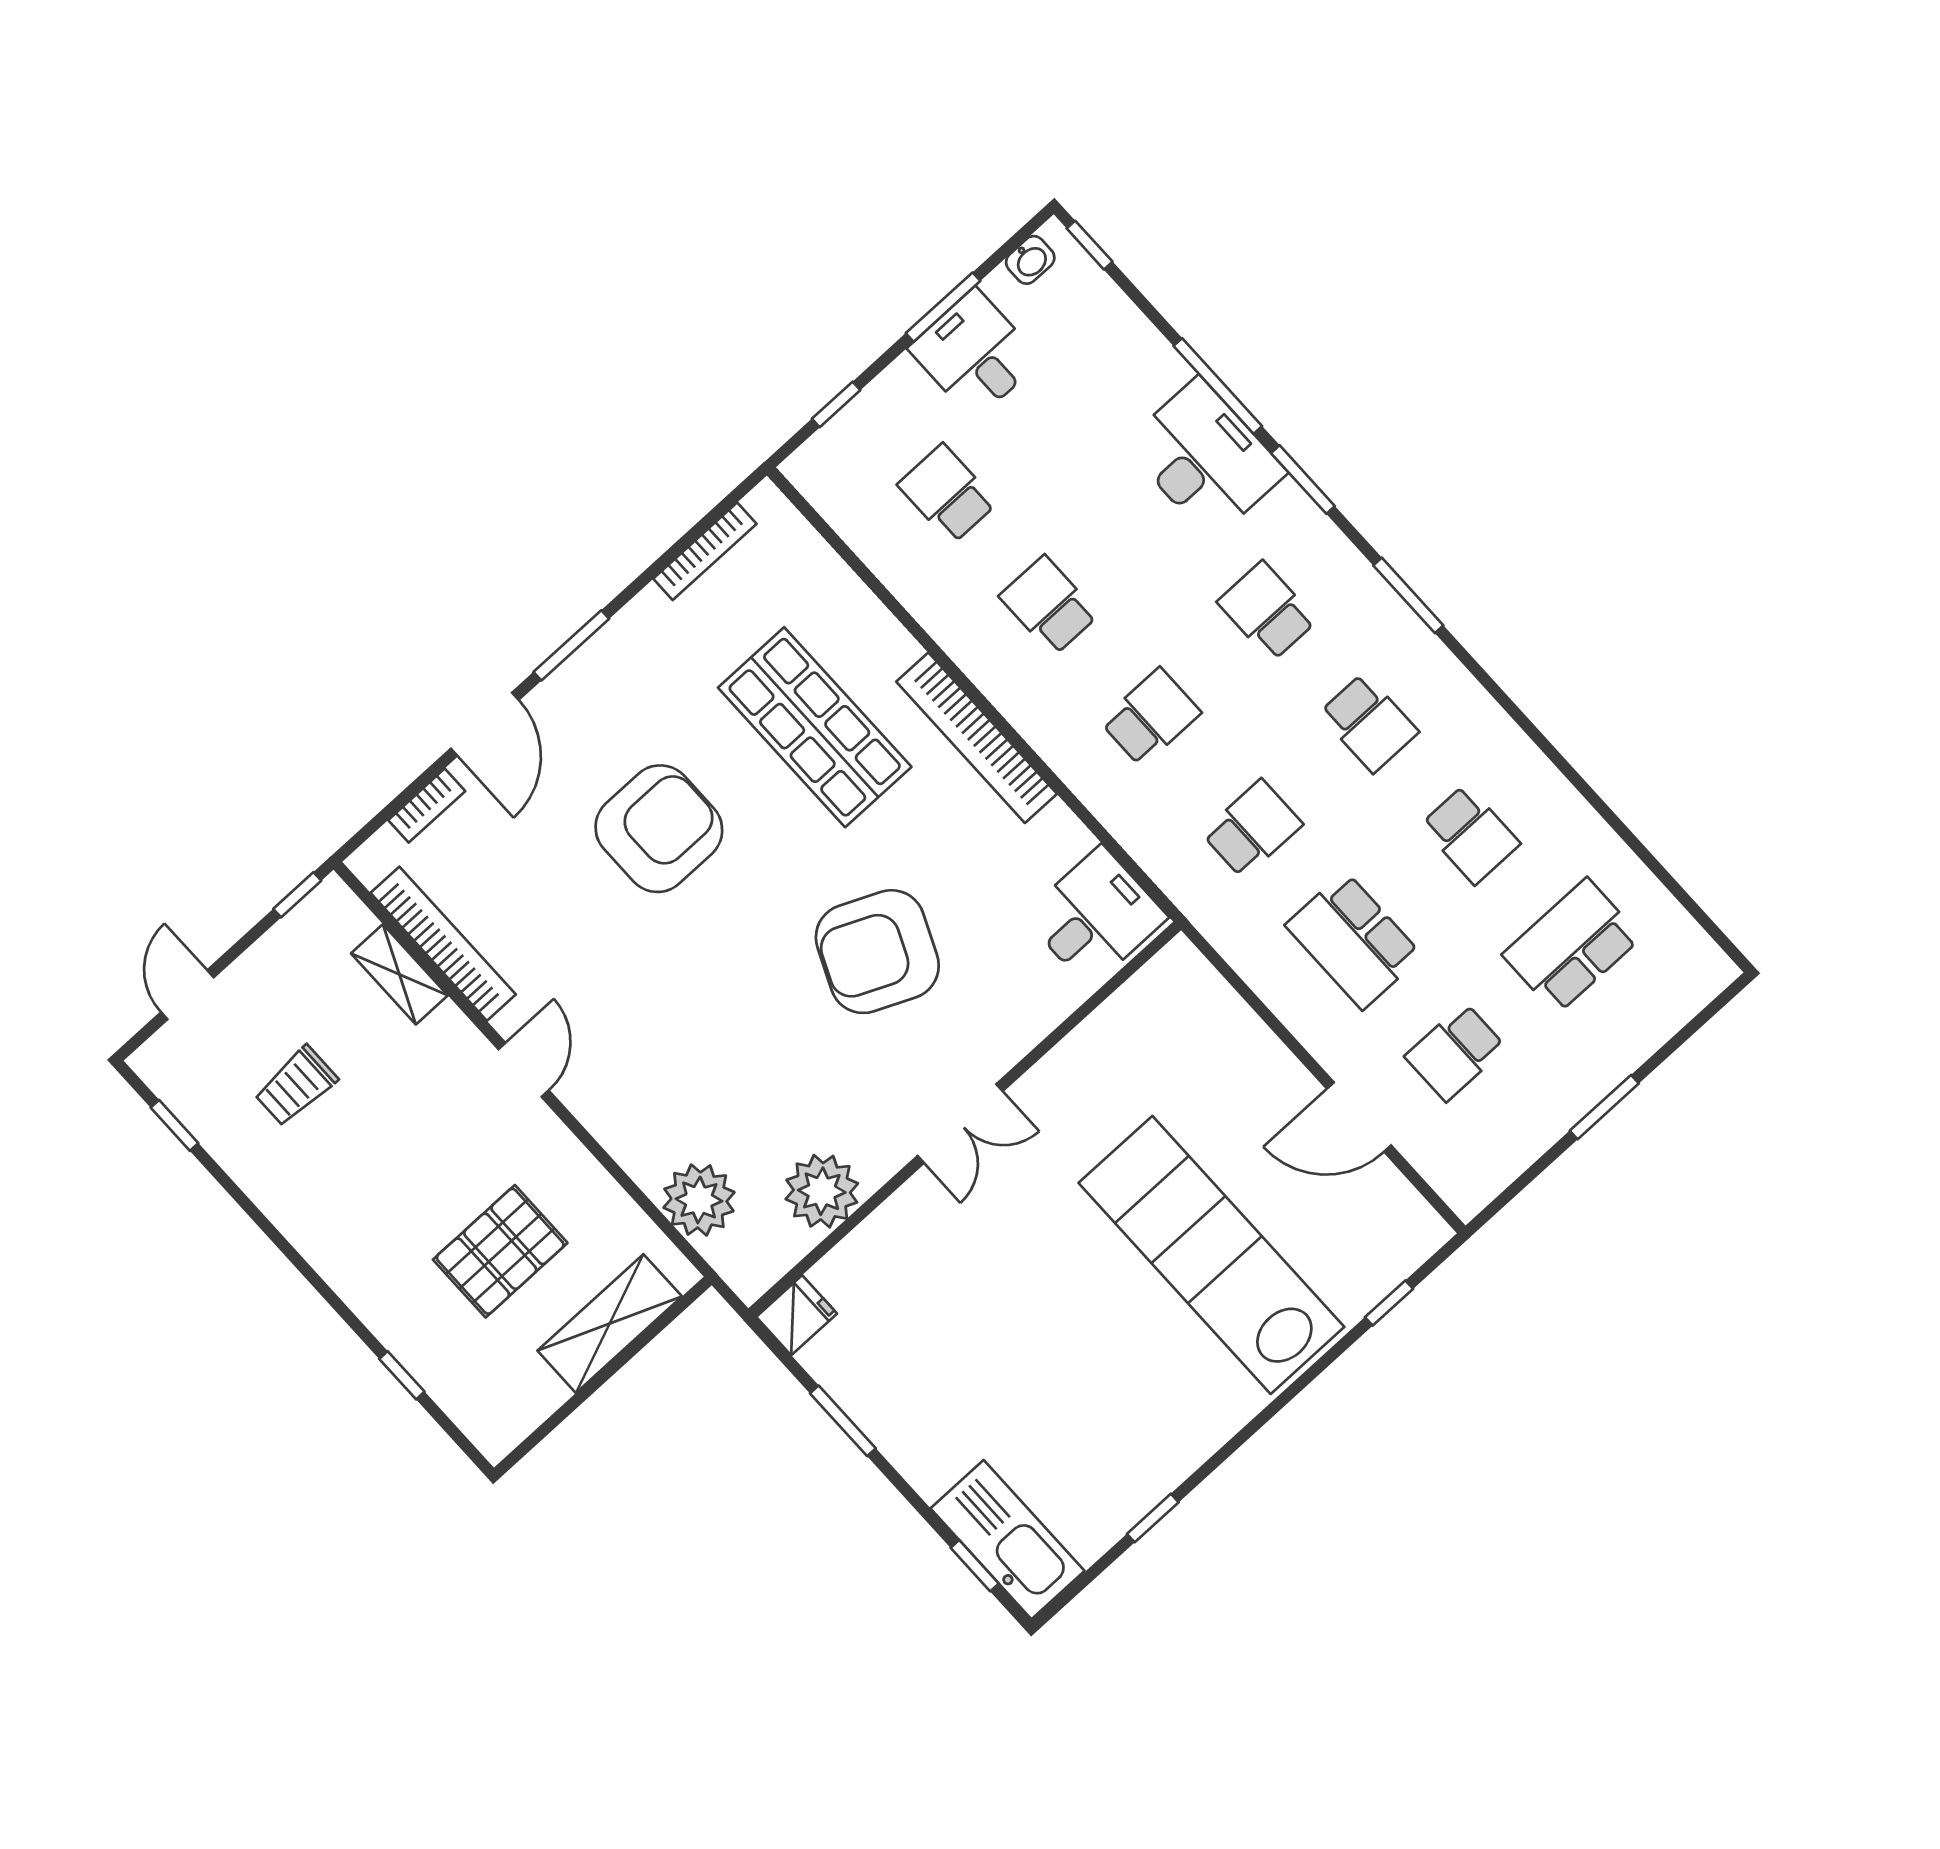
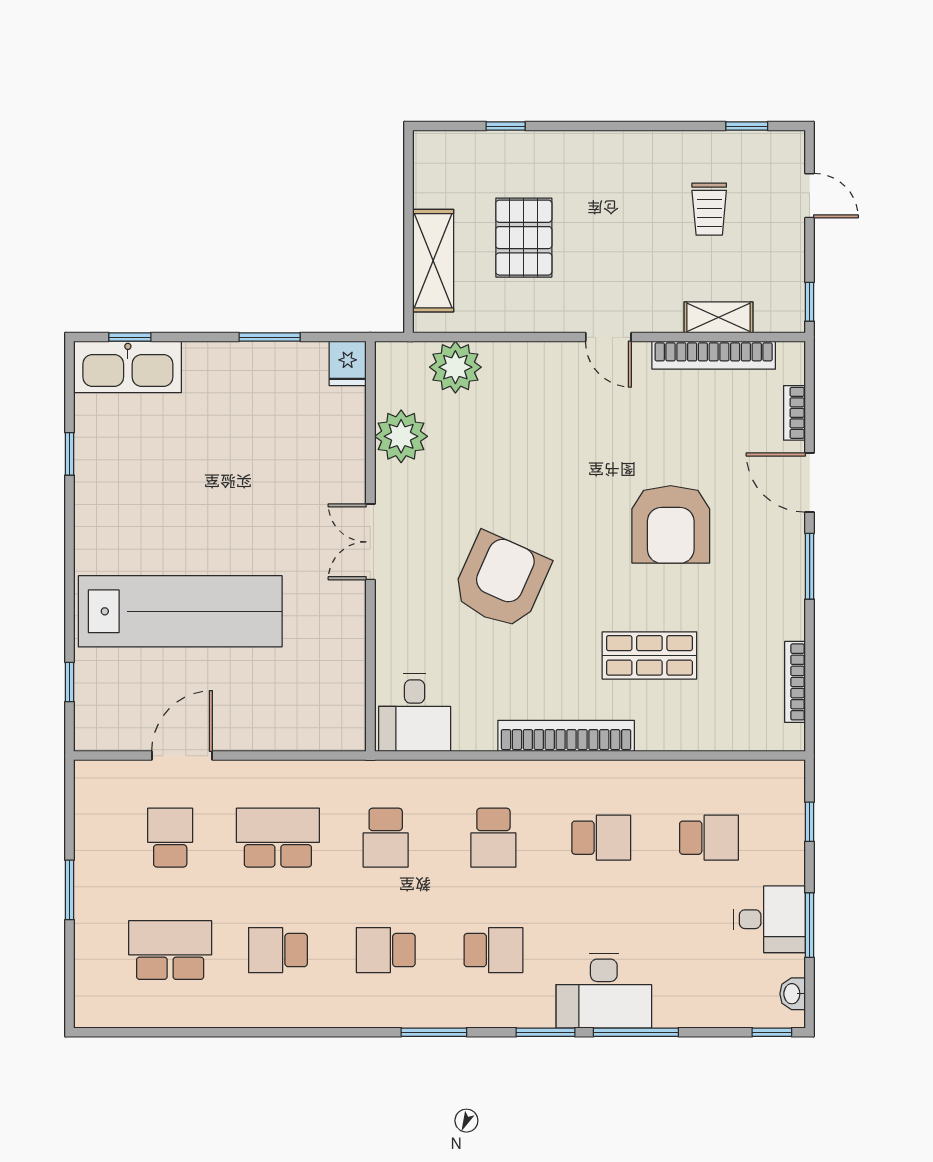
shop shelf: (815, 727) -> (649, 655), width x0.70, depth x0.74
school desk: (1572, 946) -> (170, 950), turned -90
trolley: (296, 1086) -> (709, 209), turned 180

